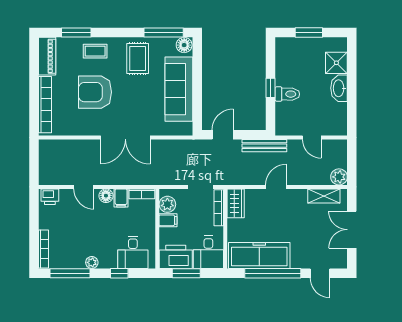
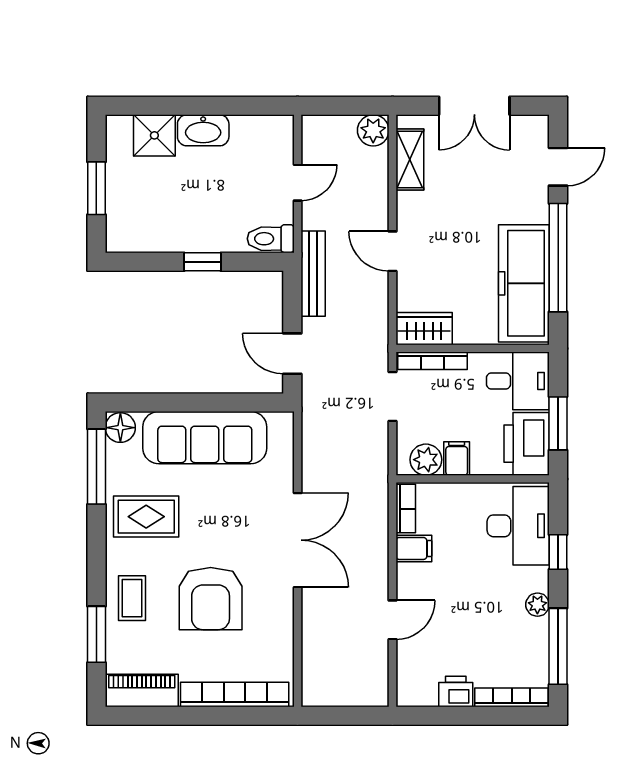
toilet: (287, 94) -> (271, 239), moved, turned -90
floor lamp: (106, 196) -> (409, 577), removed
printer: (50, 197) -> (456, 692), moved, turned -90
desk: (133, 252) -> (518, 526), width x1.37

